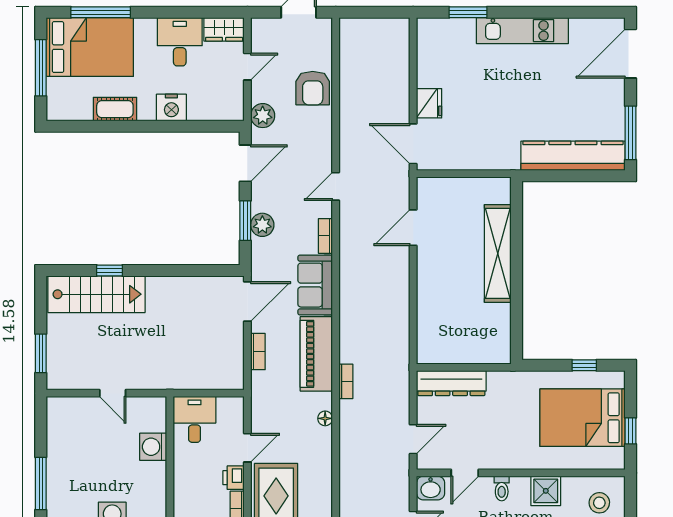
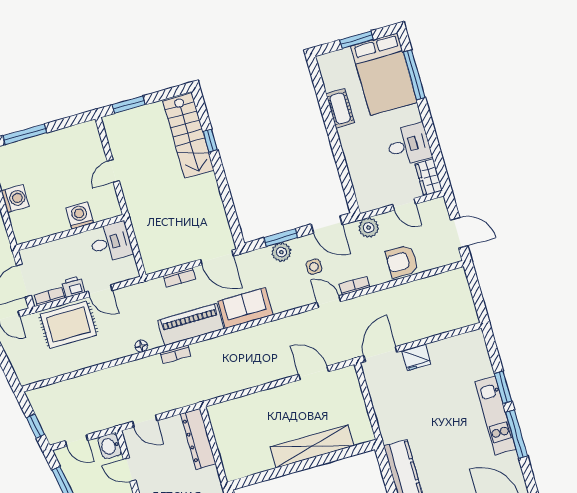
window: (468, 12) -> (503, 387), moved
window: (551, 12) -> (517, 434), added
window: (41, 68) -> (356, 40), width x0.69
nightstand: (171, 108) -> (354, 153), removed
side table: (290, 192) -> (314, 267), added
bookcase: (325, 236) -> (354, 286), moved

